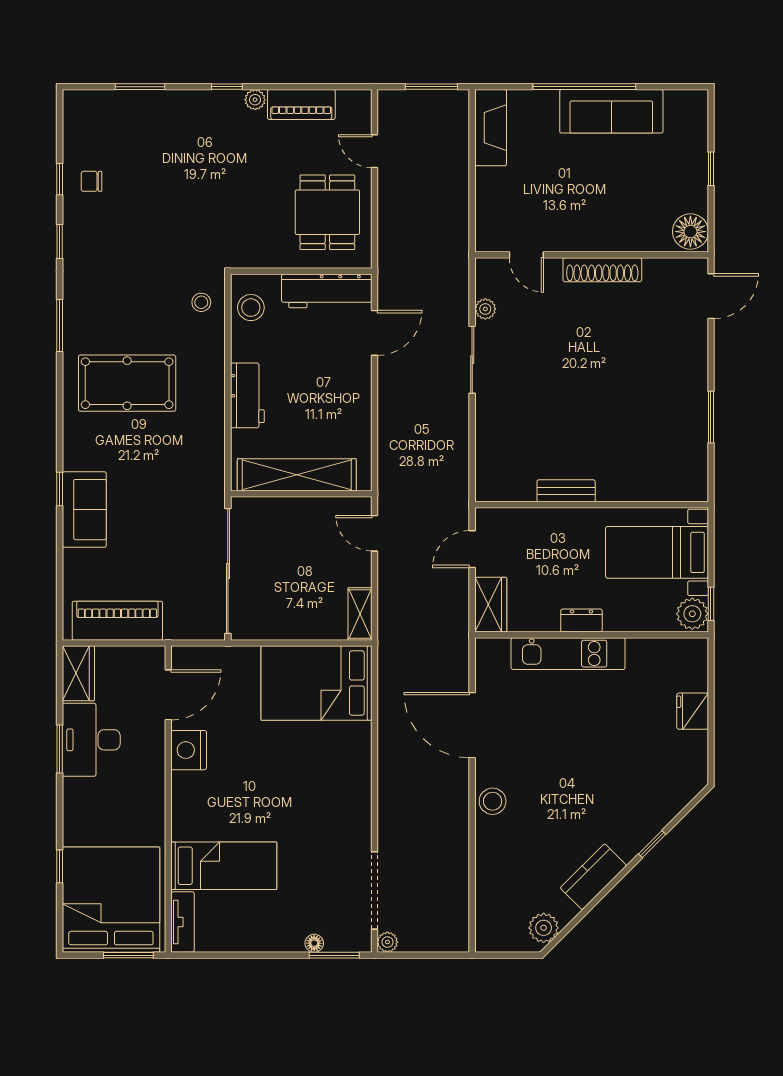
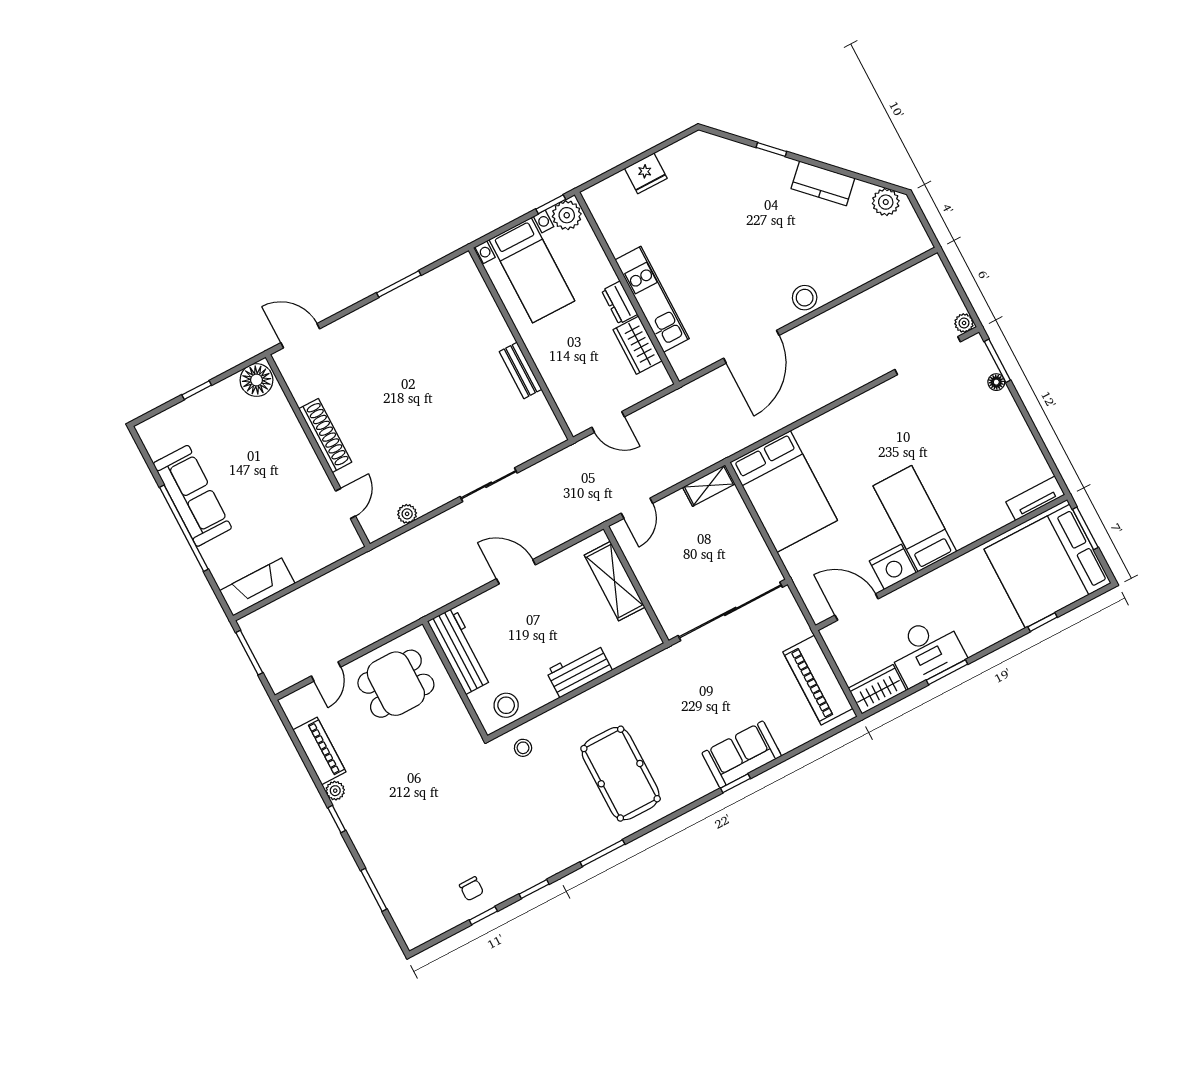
door: (374, 333) -> (516, 572), moved
sliding door: (472, 360) -> (489, 485), moved
shelving: (297, 475) -> (615, 581), width x0.68
wardrobe: (491, 605) -> (637, 345), moved, turned -90
bed: (224, 866) -> (915, 519), moved

